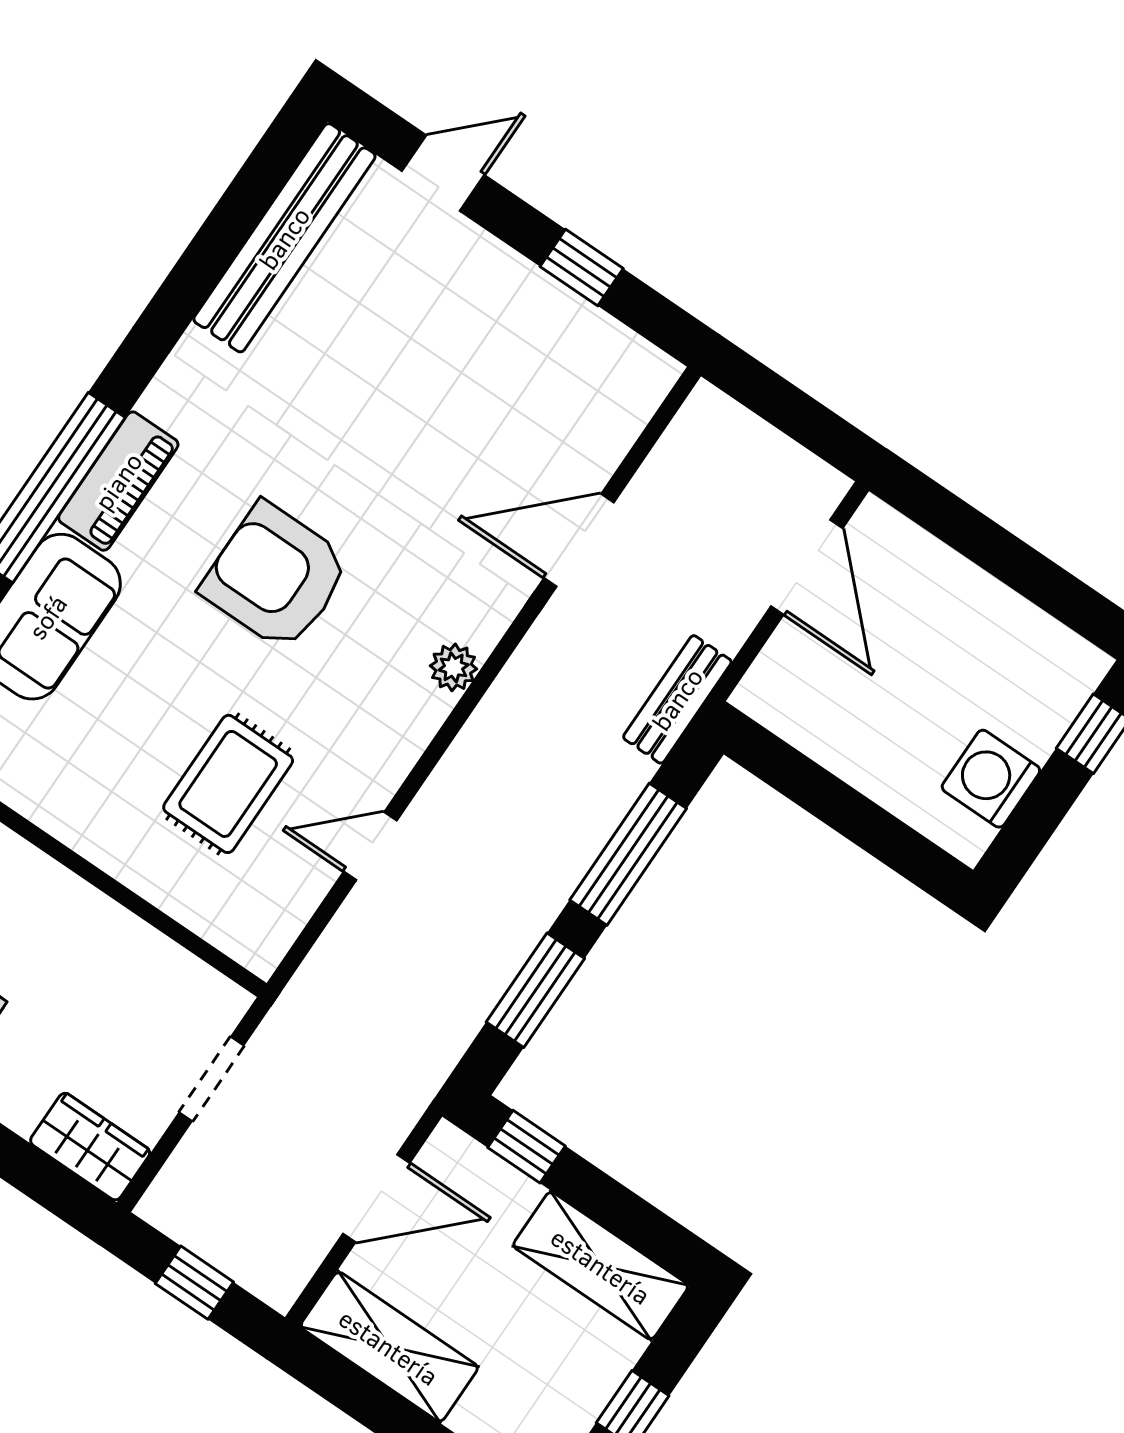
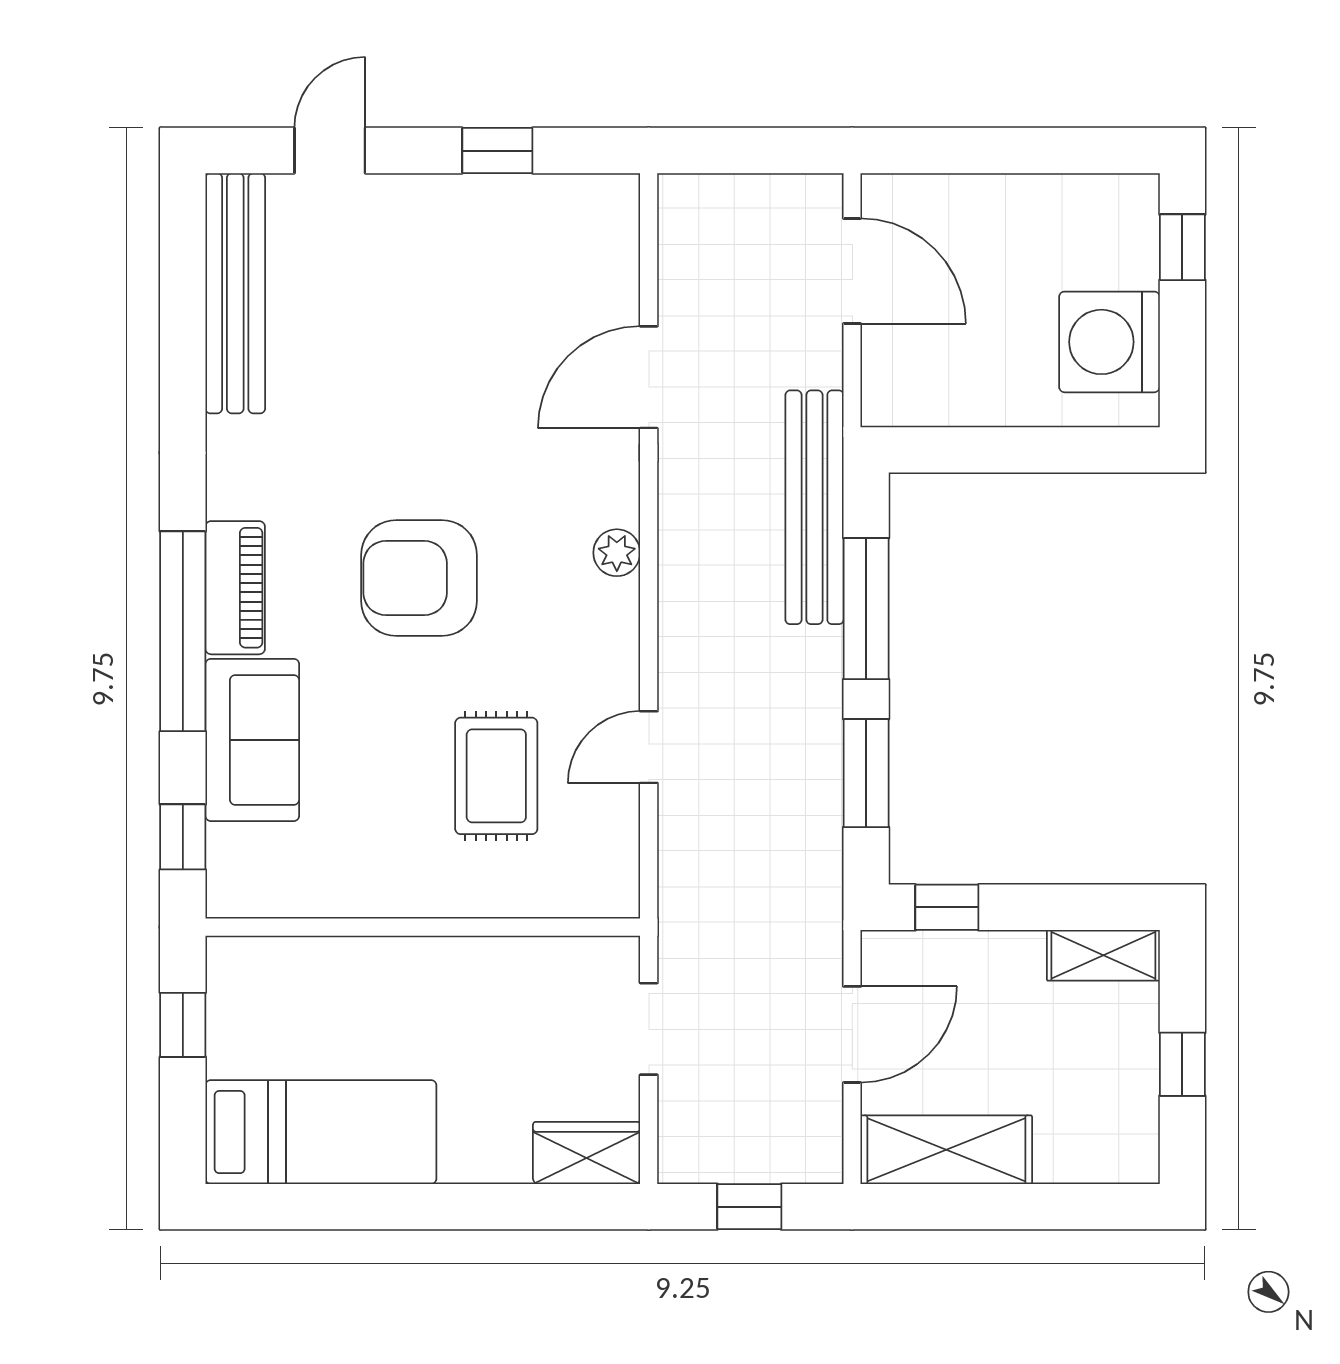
bench: (677, 699) -> (814, 507), width x1.86, depth x1.21
washing machine: (991, 779) -> (1109, 342), width x1.37, depth x1.37
shelving: (601, 1266) -> (1103, 955), width x0.67, depth x0.75

